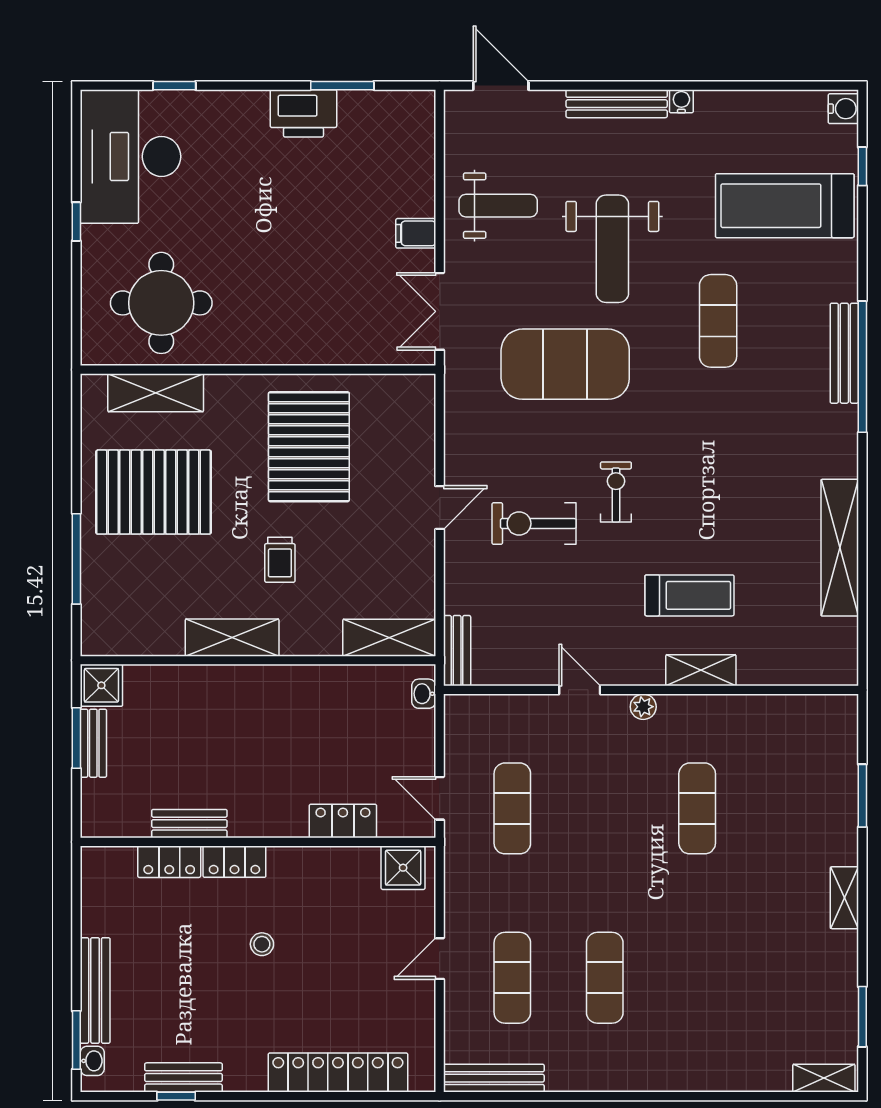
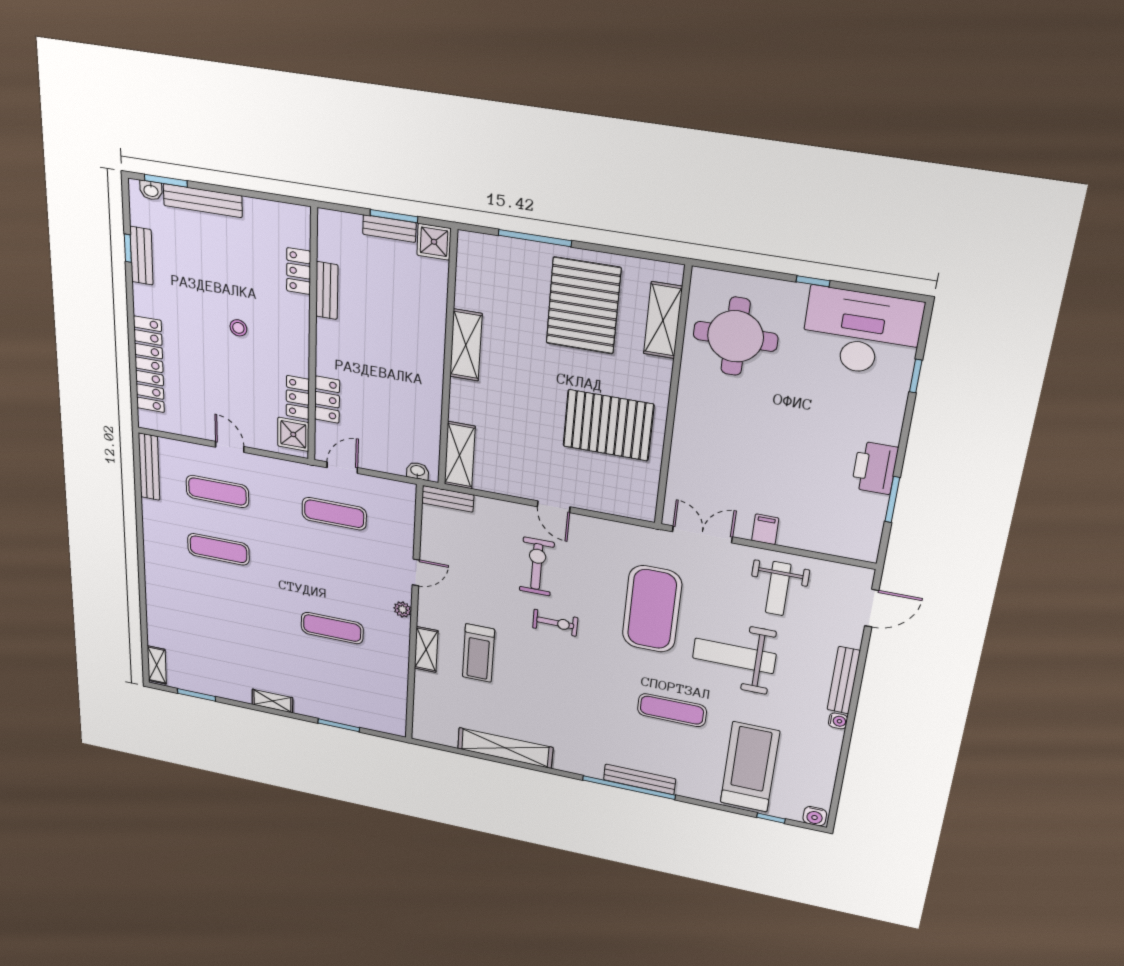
trolley: (280, 560) -> (523, 390), removed
locker: (234, 862) -> (298, 397), moved

